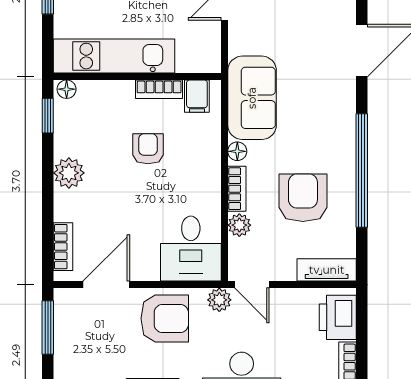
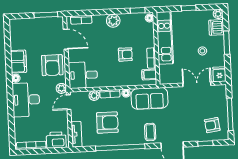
coffee table: (329, 100) -> (150, 132), added

